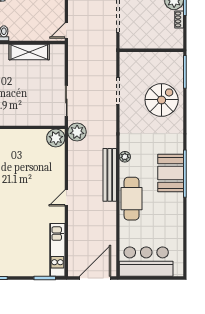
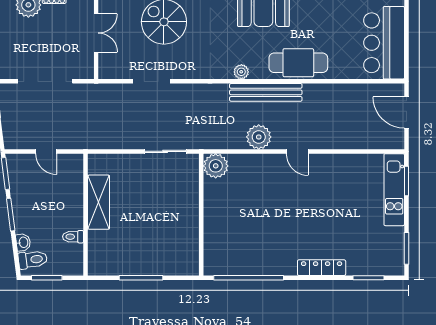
door: (66, 30) -> (46, 151), moved
double door: (153, 50) -> (96, 33), added
plant: (77, 132) -> (259, 137), moved
kitchen unit: (57, 250) -> (394, 190), moved, turned 90
door: (95, 278) -> (406, 113), width x0.73

